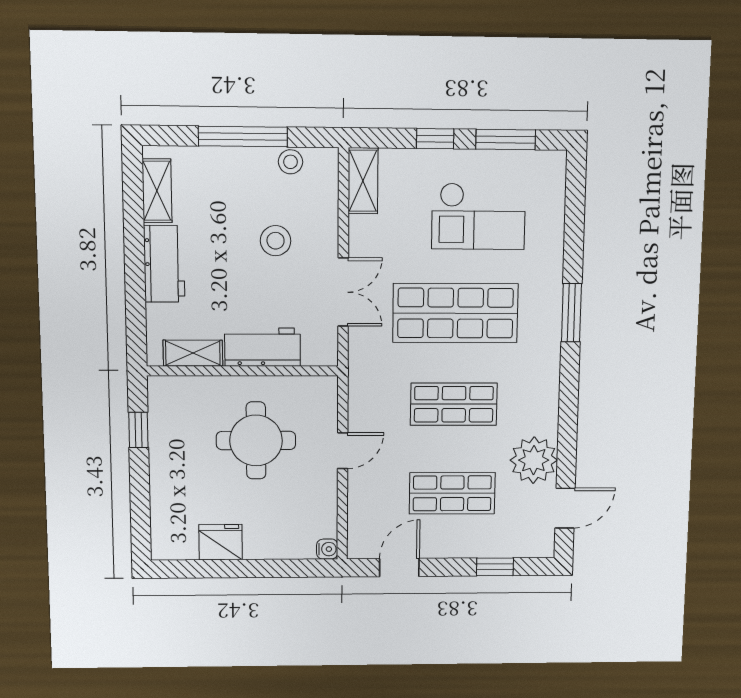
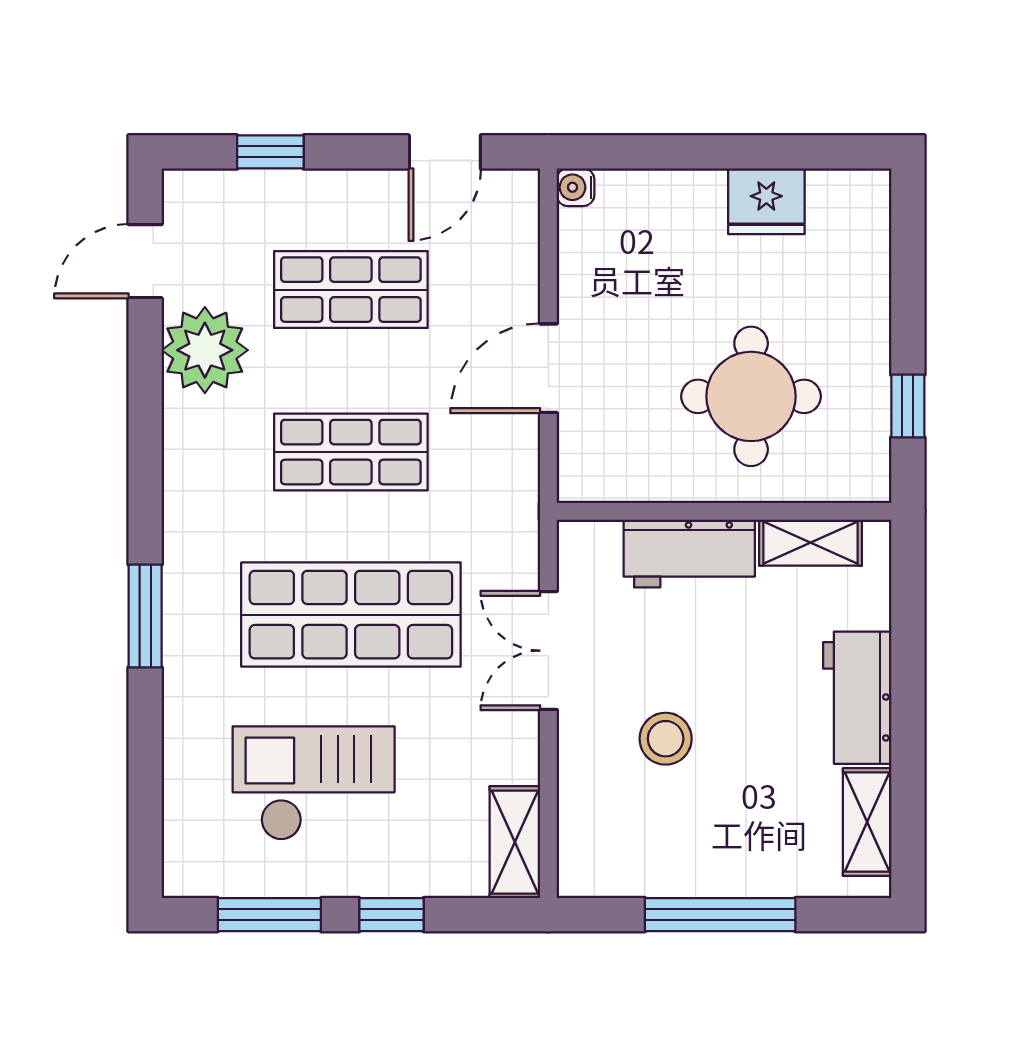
stool: (291, 162) -> (639, 873), removed
round table: (256, 441) -> (751, 396), moved
door: (343, 451) -> (548, 368), width x1.38

